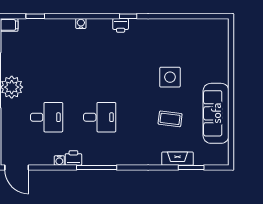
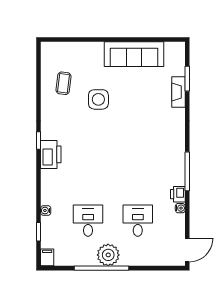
water cooler: (81, 23) -> (46, 211), moved
printer: (121, 25) -> (51, 154), width x1.87, depth x1.48
desk: (100, 117) -> (88, 221), moved
coffee table: (170, 119) -> (63, 83), moved

